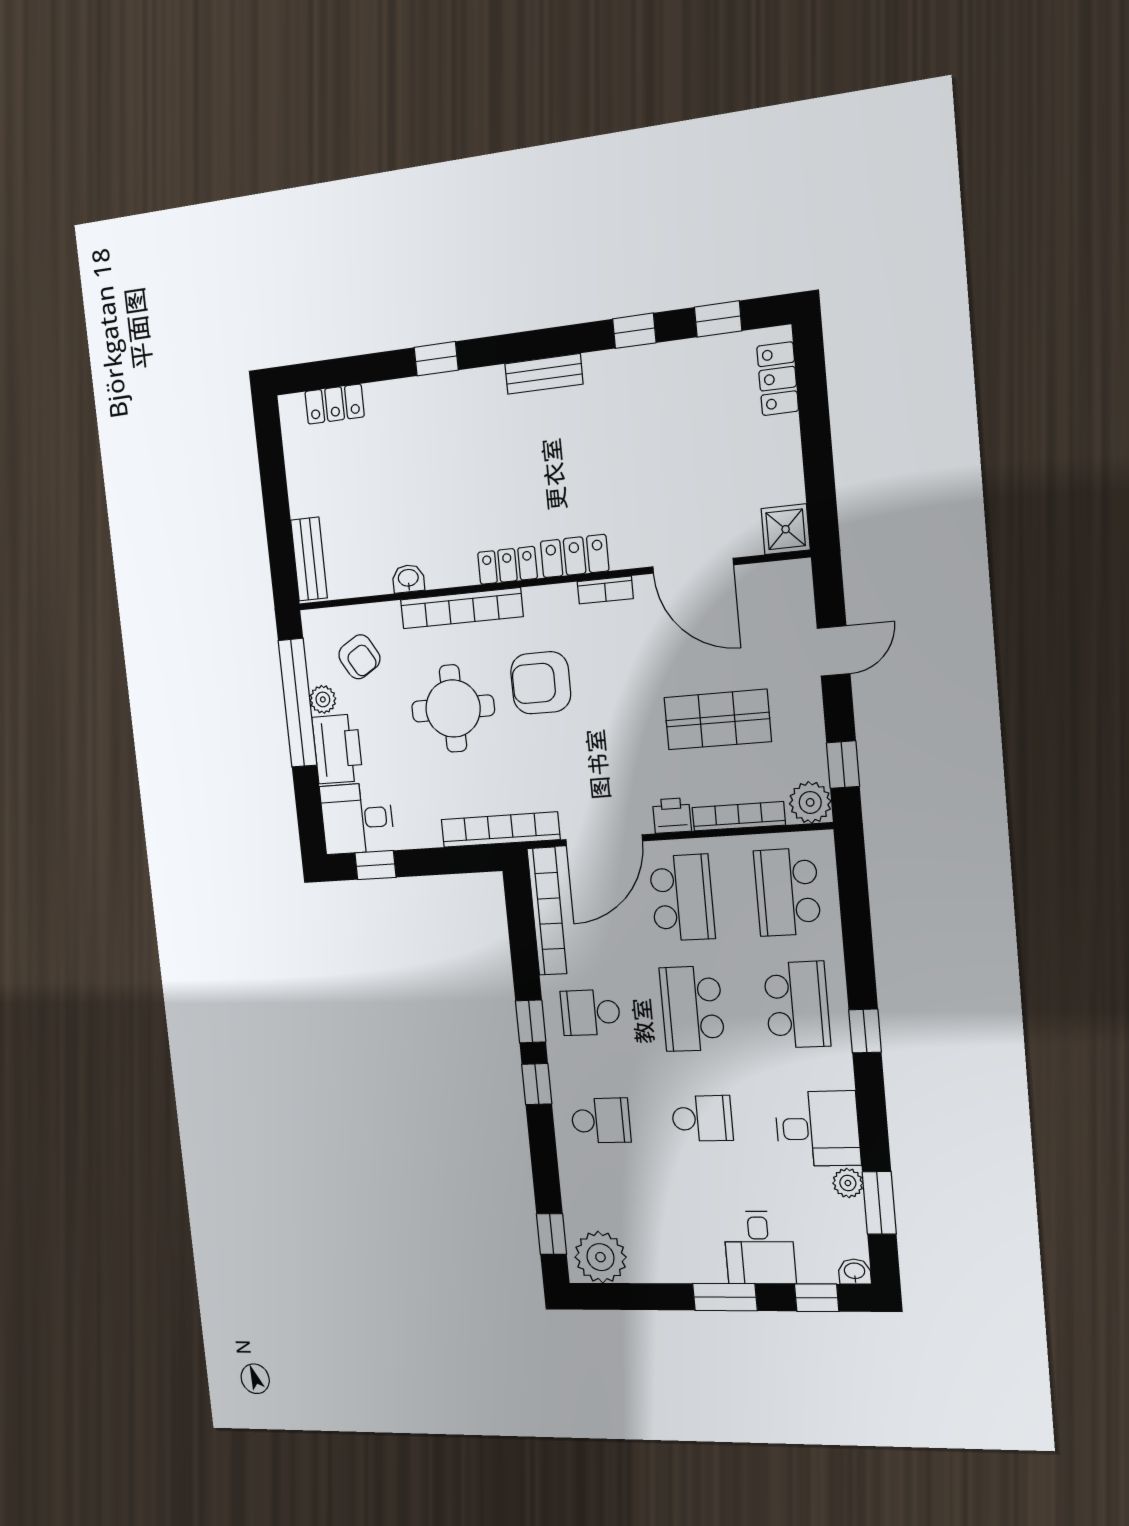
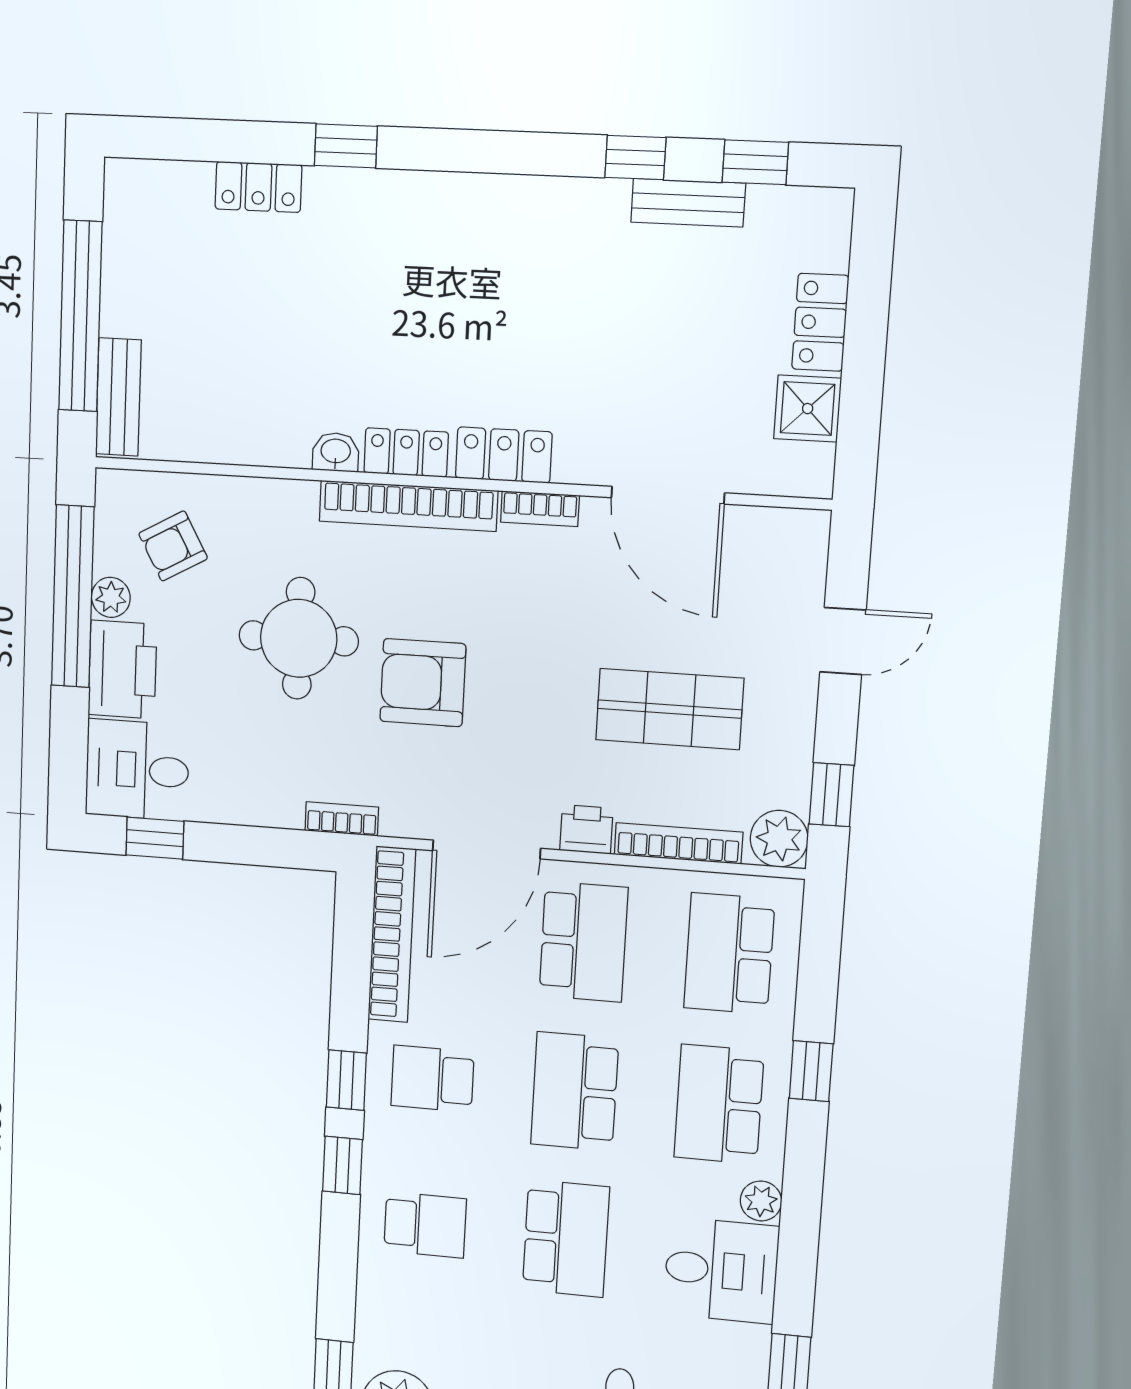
bench: (544, 374) -> (688, 203), moved
locker: (778, 379) -> (820, 322), moved
locker: (335, 404) -> (258, 187), moved
window: (276, 507) -> (80, 316), added
shower: (786, 529) -> (808, 409), moved
washbasin: (408, 579) -> (336, 452), moved
bookcase: (461, 608) -> (408, 506), moved
armchair: (359, 657) -> (173, 546), turned 92
armchair: (541, 683) -> (423, 683), moved
bookcase: (500, 830) -> (342, 819), width x0.43, depth x0.76
school desk: (797, 1005) -> (719, 1104), turned 180
window: (865, 1031) -> (811, 1071), moved
school desk: (702, 1118) -> (566, 1238), width x1.85
plant: (848, 1183) -> (761, 1201), moved

